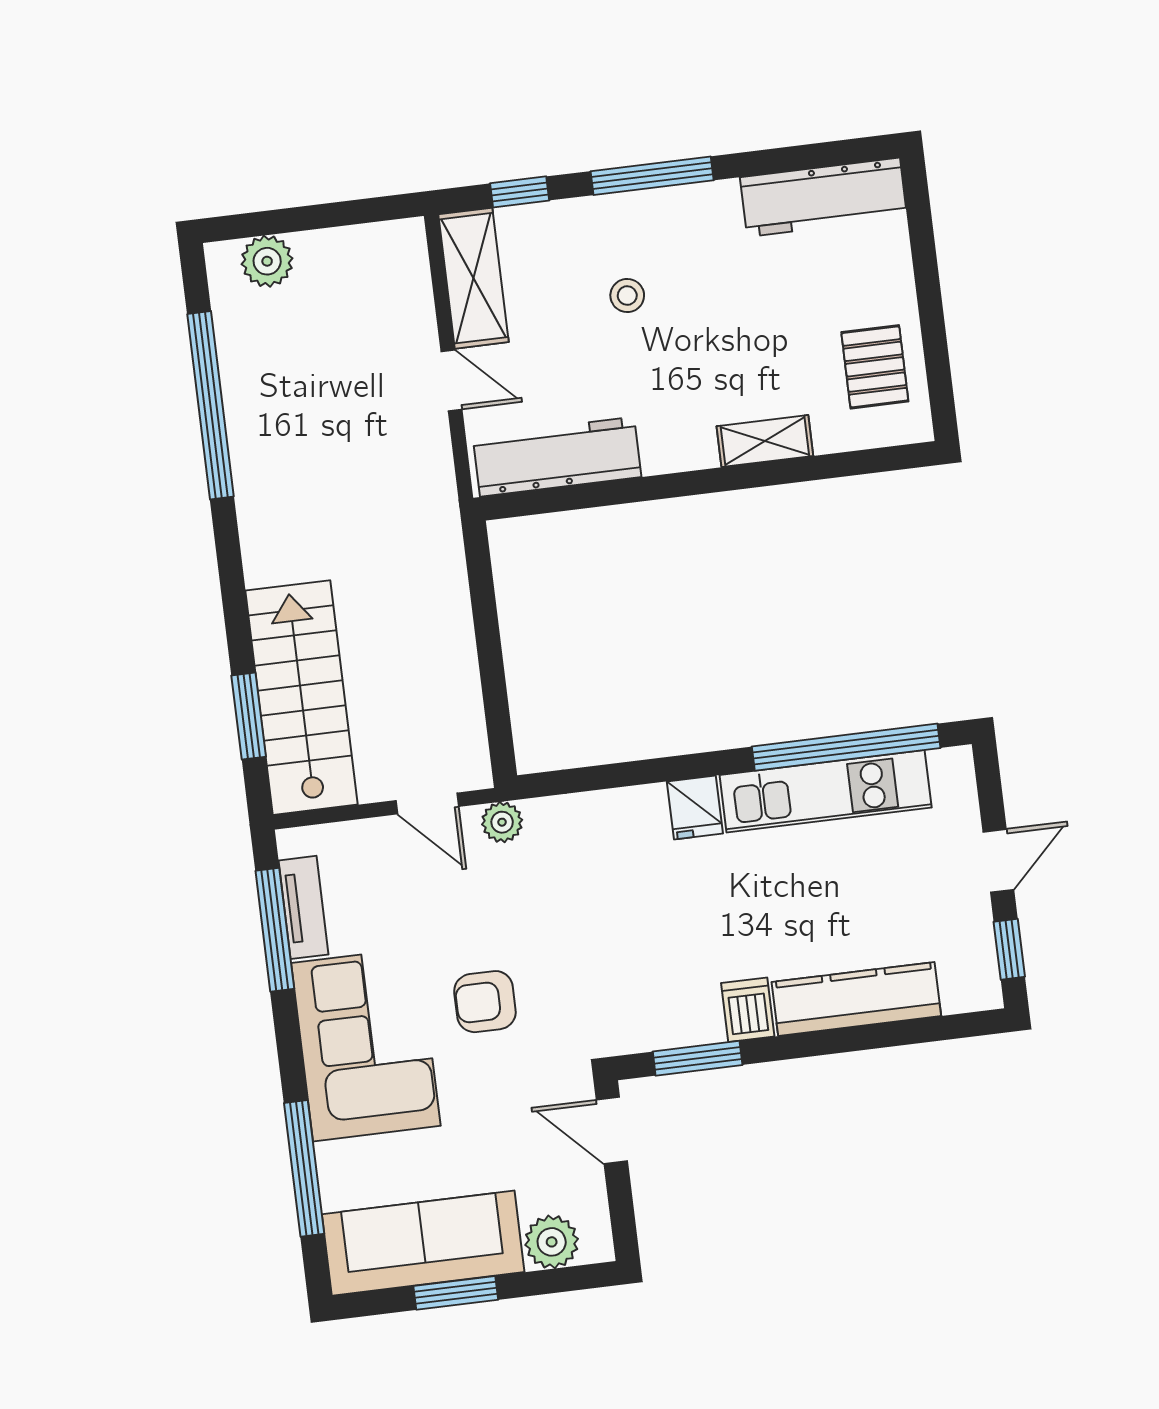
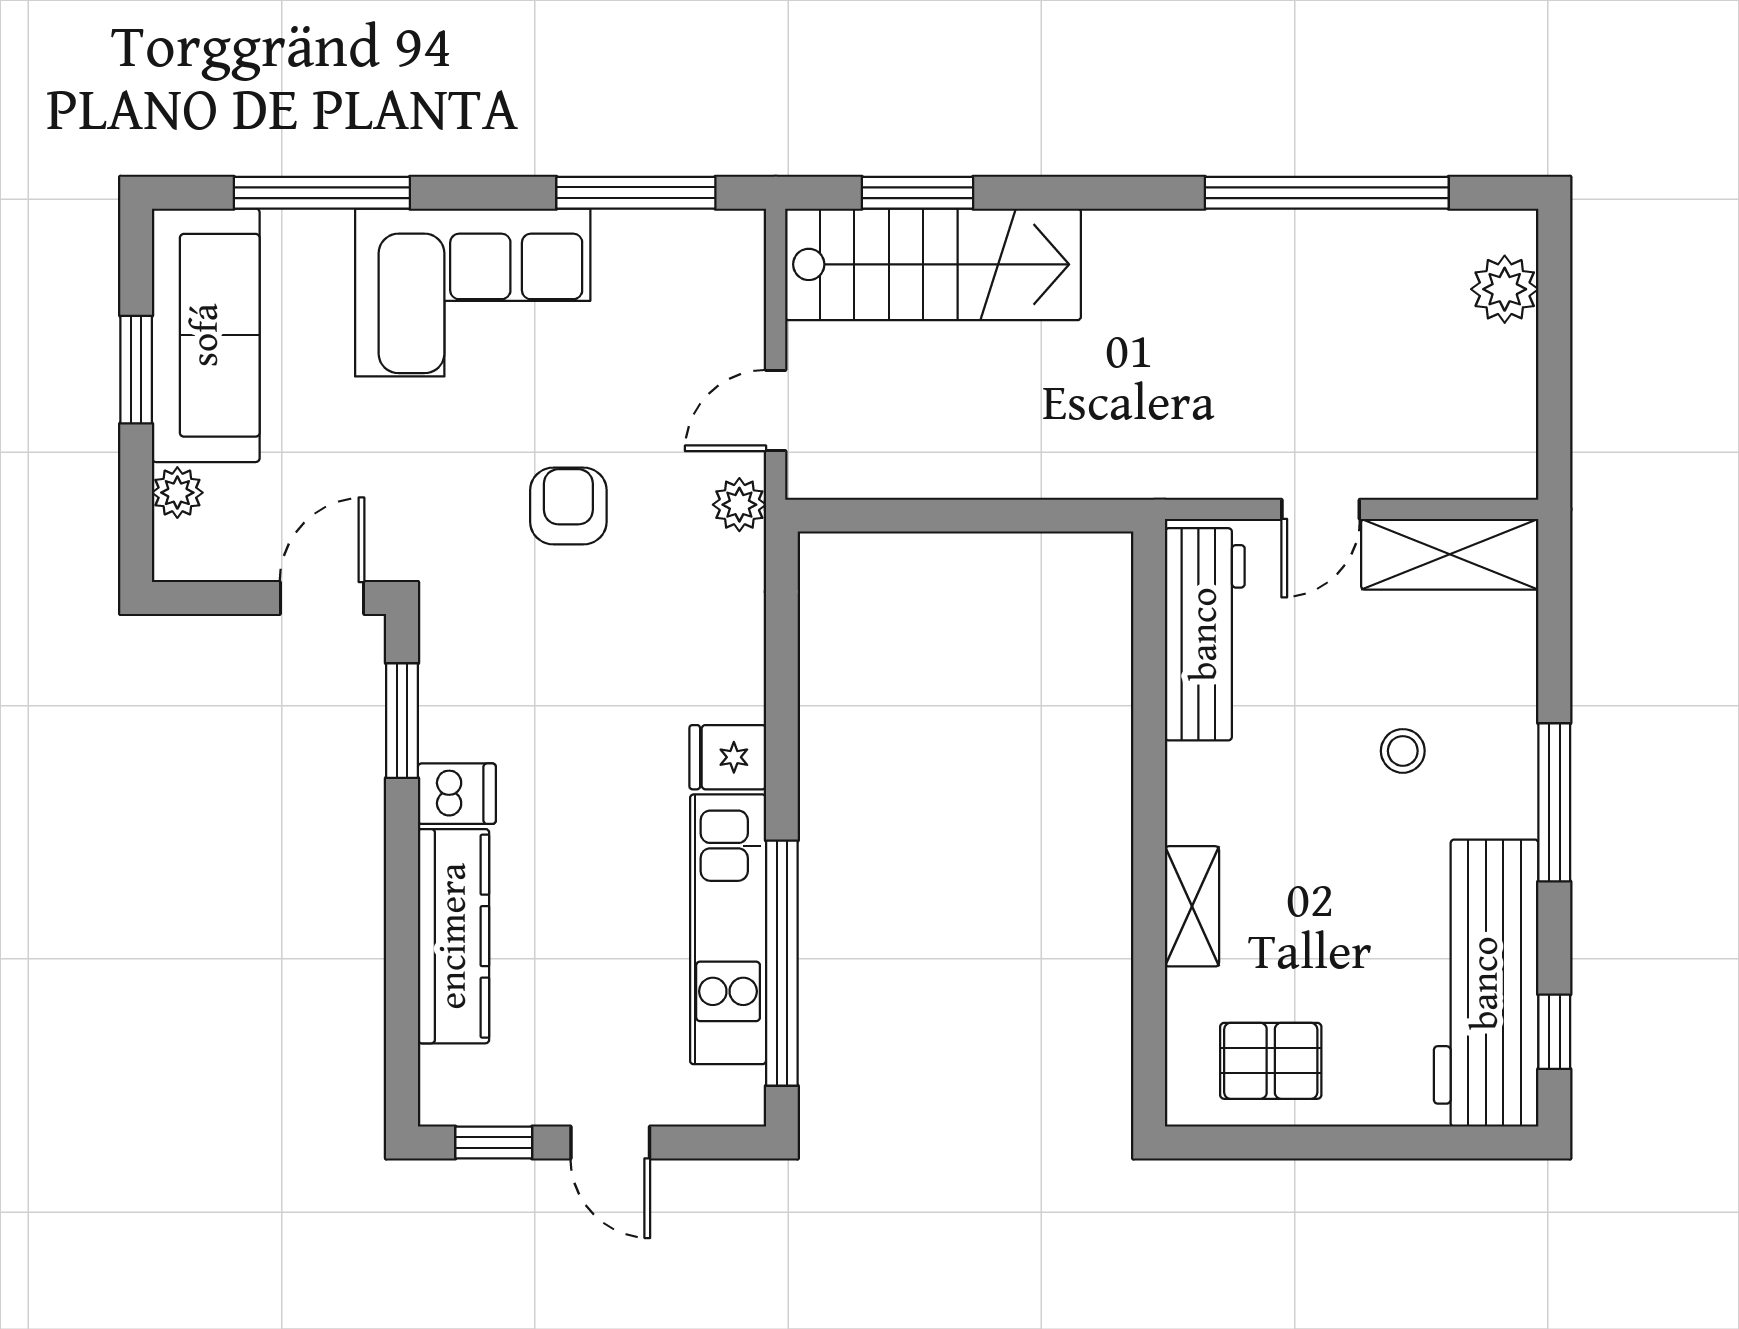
window: (520, 192) -> (1554, 1032), moved
workbench: (824, 197) -> (1486, 983), width x1.36, depth x1.32
tv unit: (303, 907) -> (660, 233), removed
armchair: (485, 1002) -> (568, 506), moved
plant: (552, 1242) -> (177, 493), width x0.73, depth x0.73

